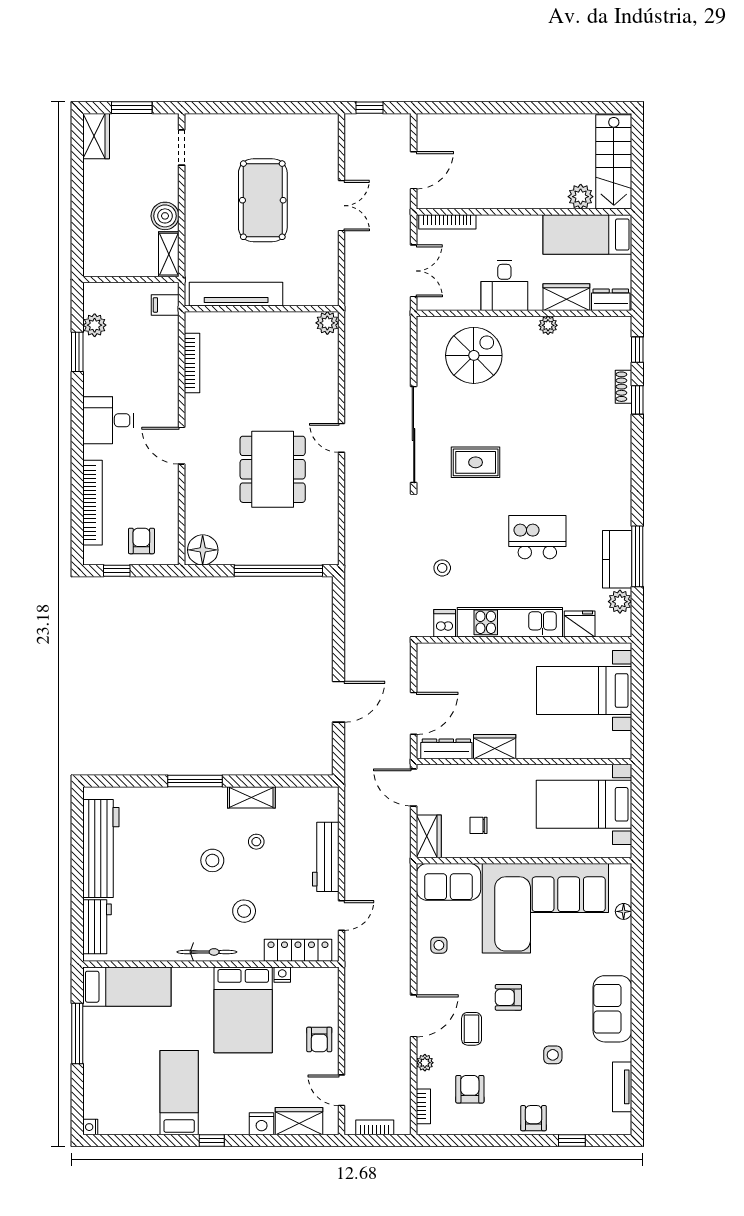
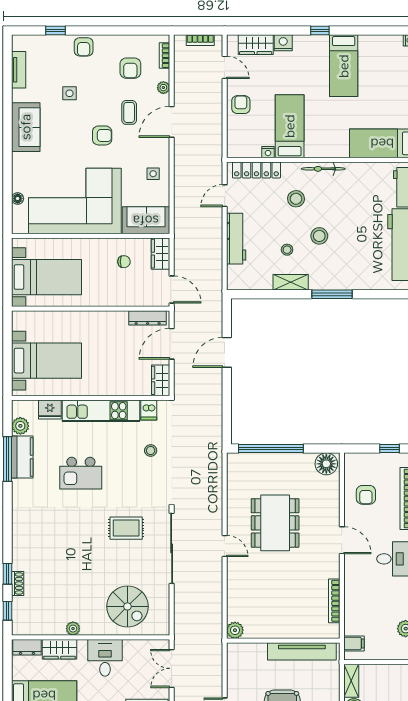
spiral stairs: (474, 355) -> (127, 606), turned -90
armchair: (141, 541) -> (366, 495), moved
wardrobe: (495, 747) -> (161, 380), moved, turned 90
bed: (243, 1010) -> (290, 126), width x0.67

